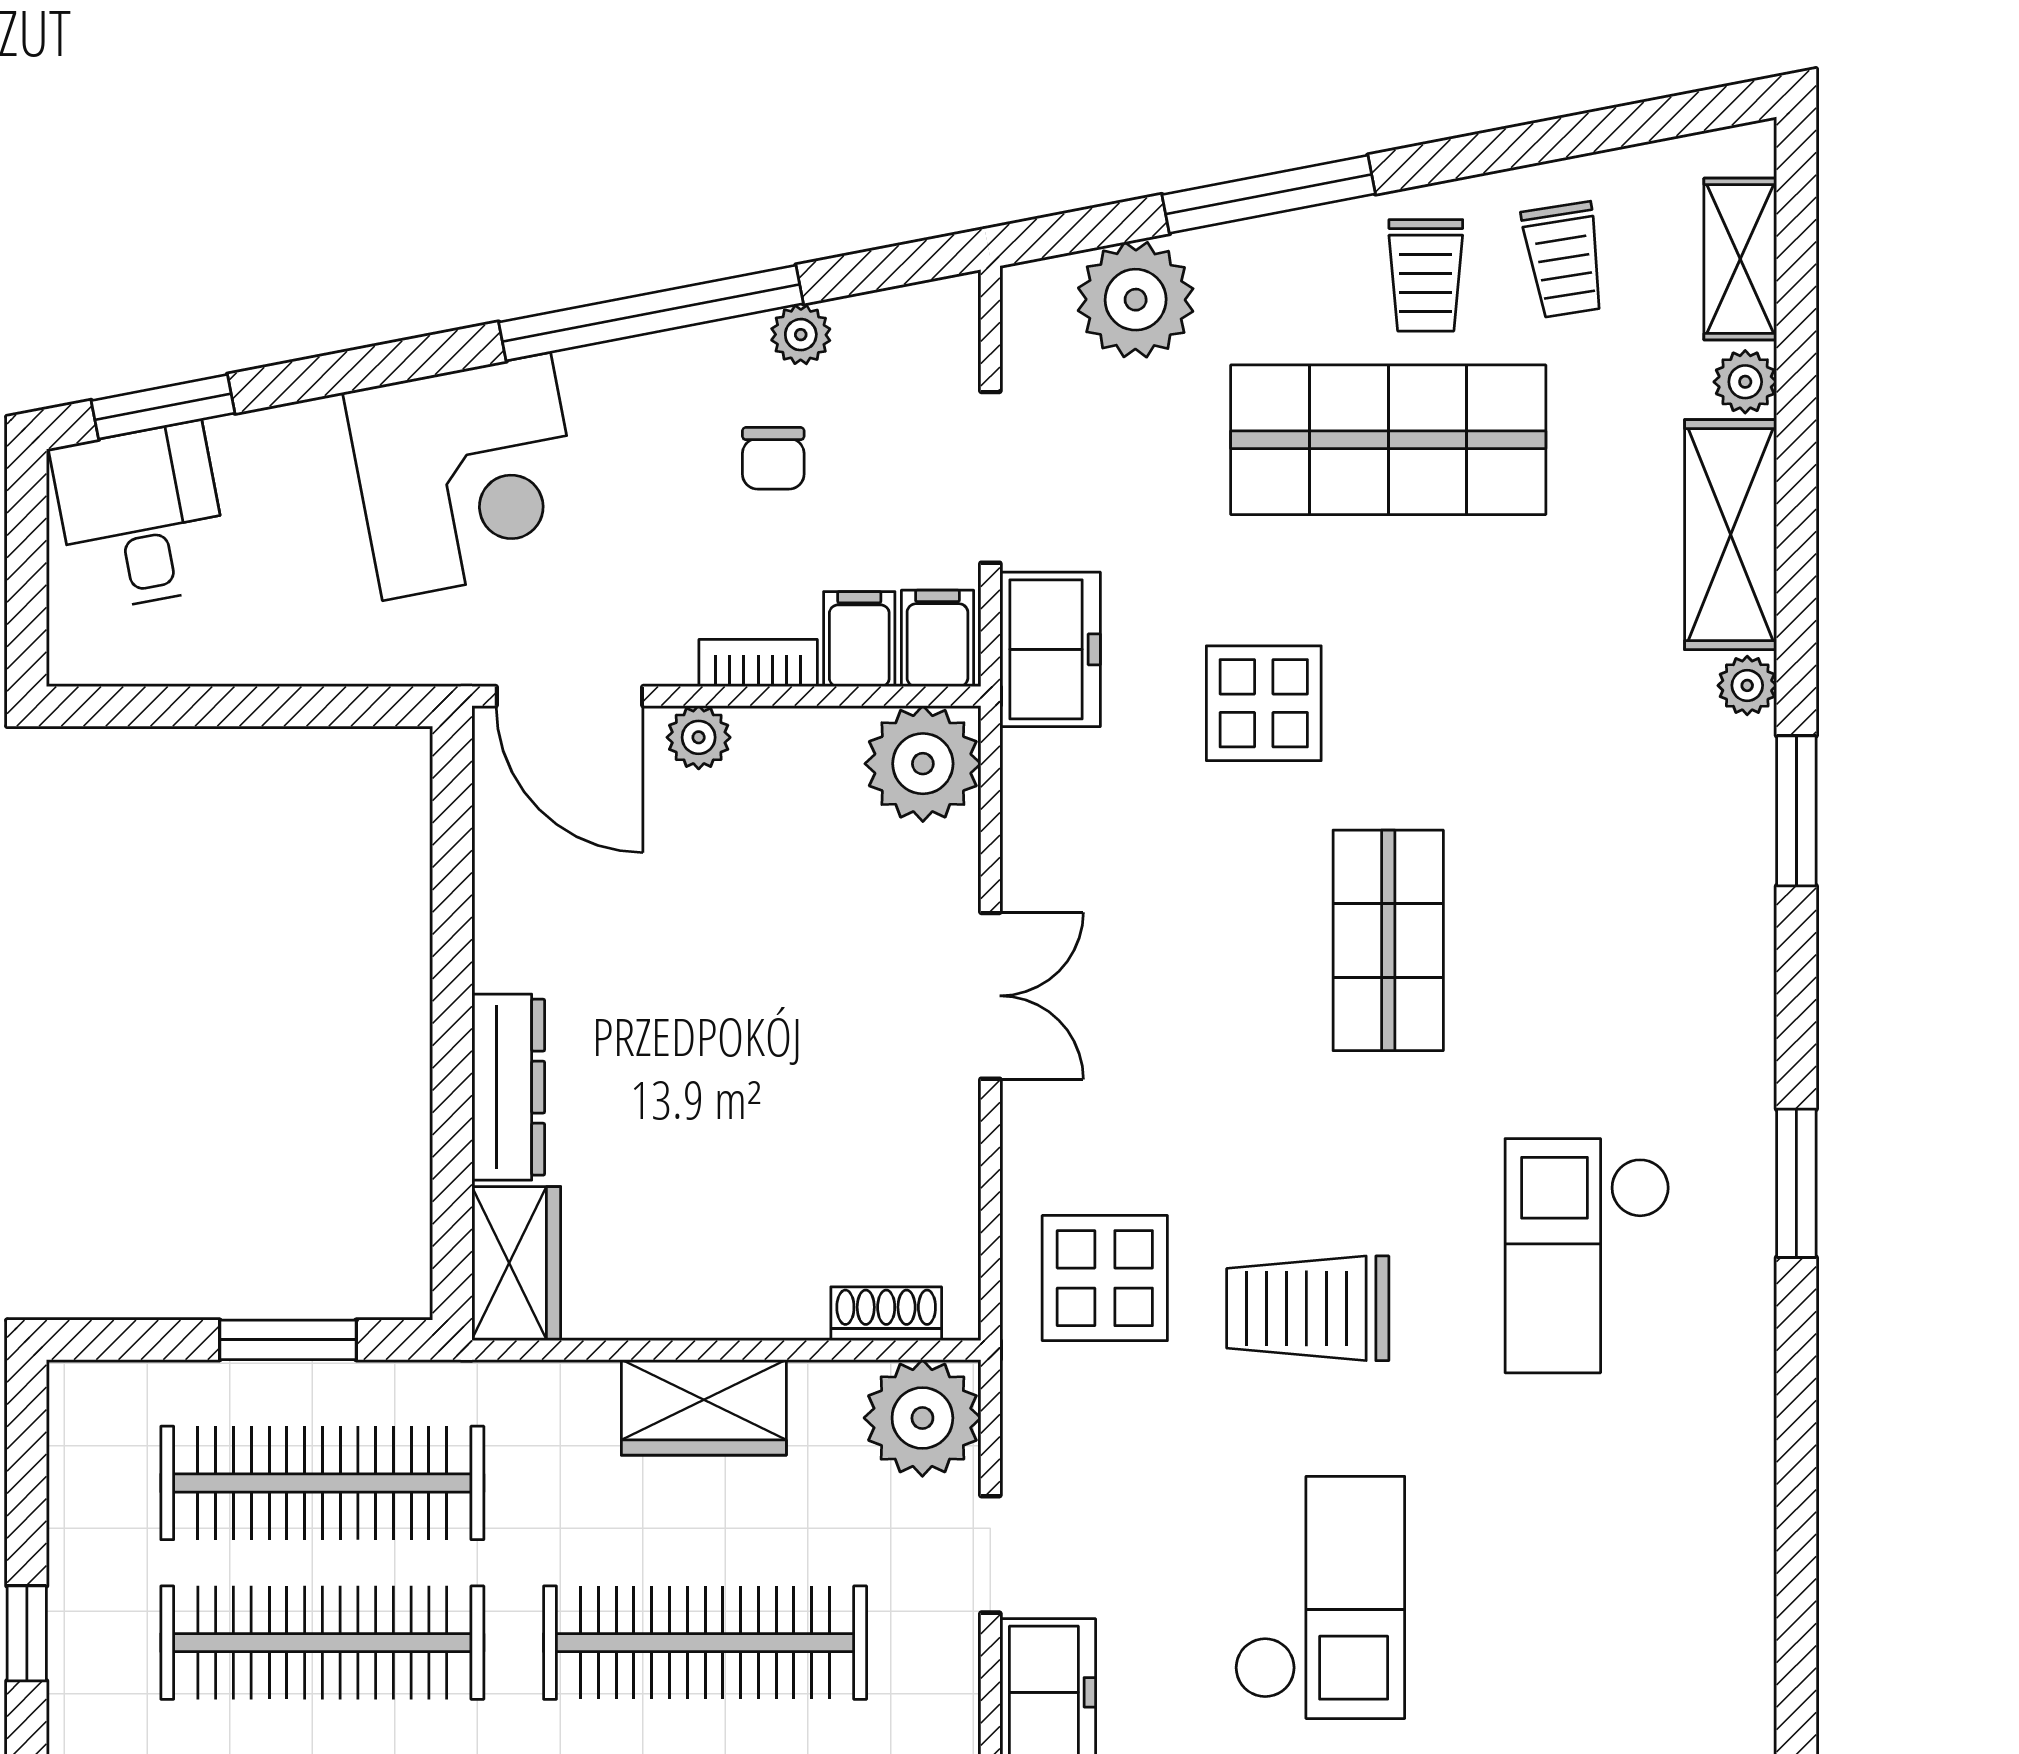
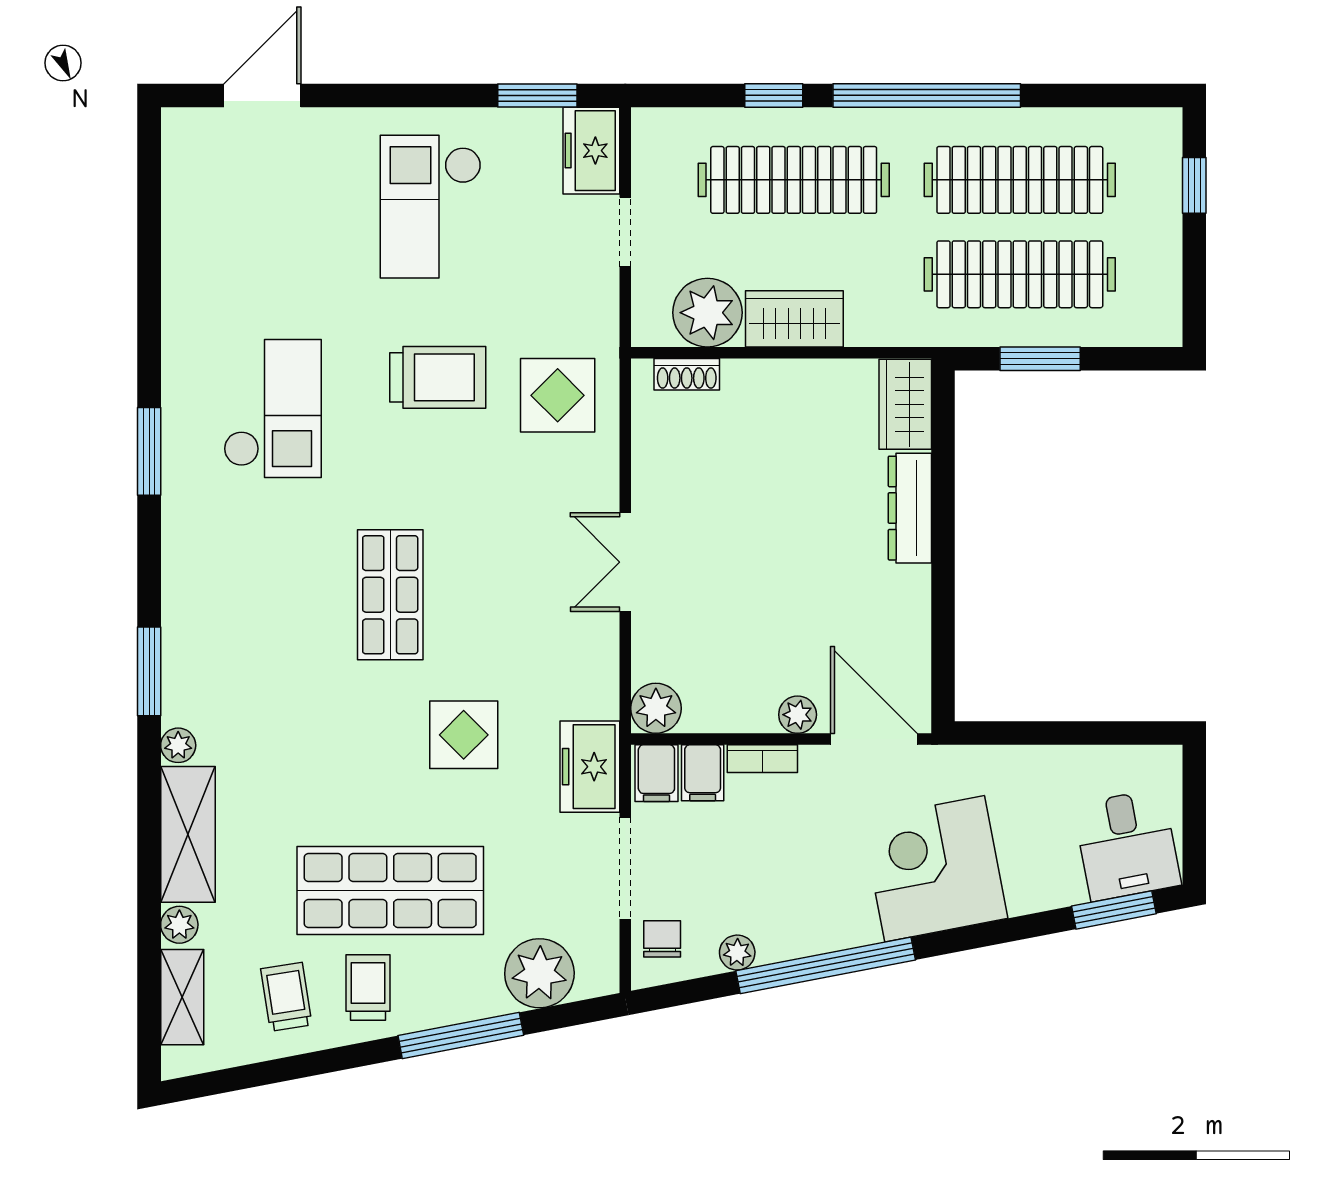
chair: (773, 458) -> (662, 939), moved
plant: (923, 764) -> (656, 708), width x0.73, depth x0.73
plant: (922, 1418) -> (707, 313), moved

